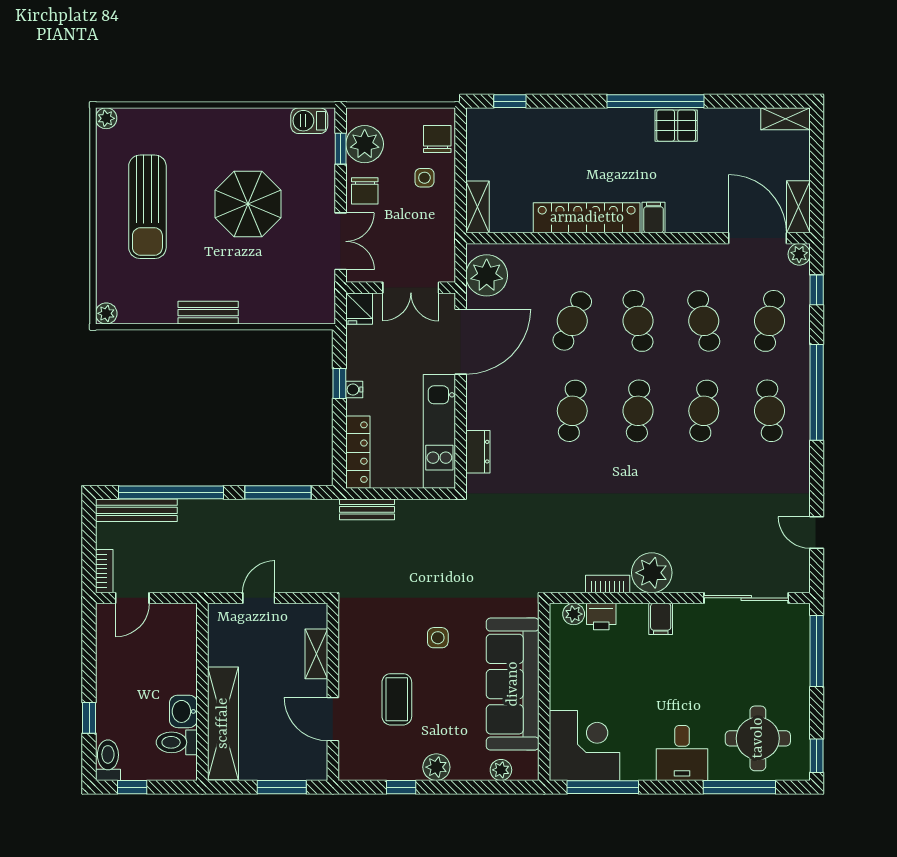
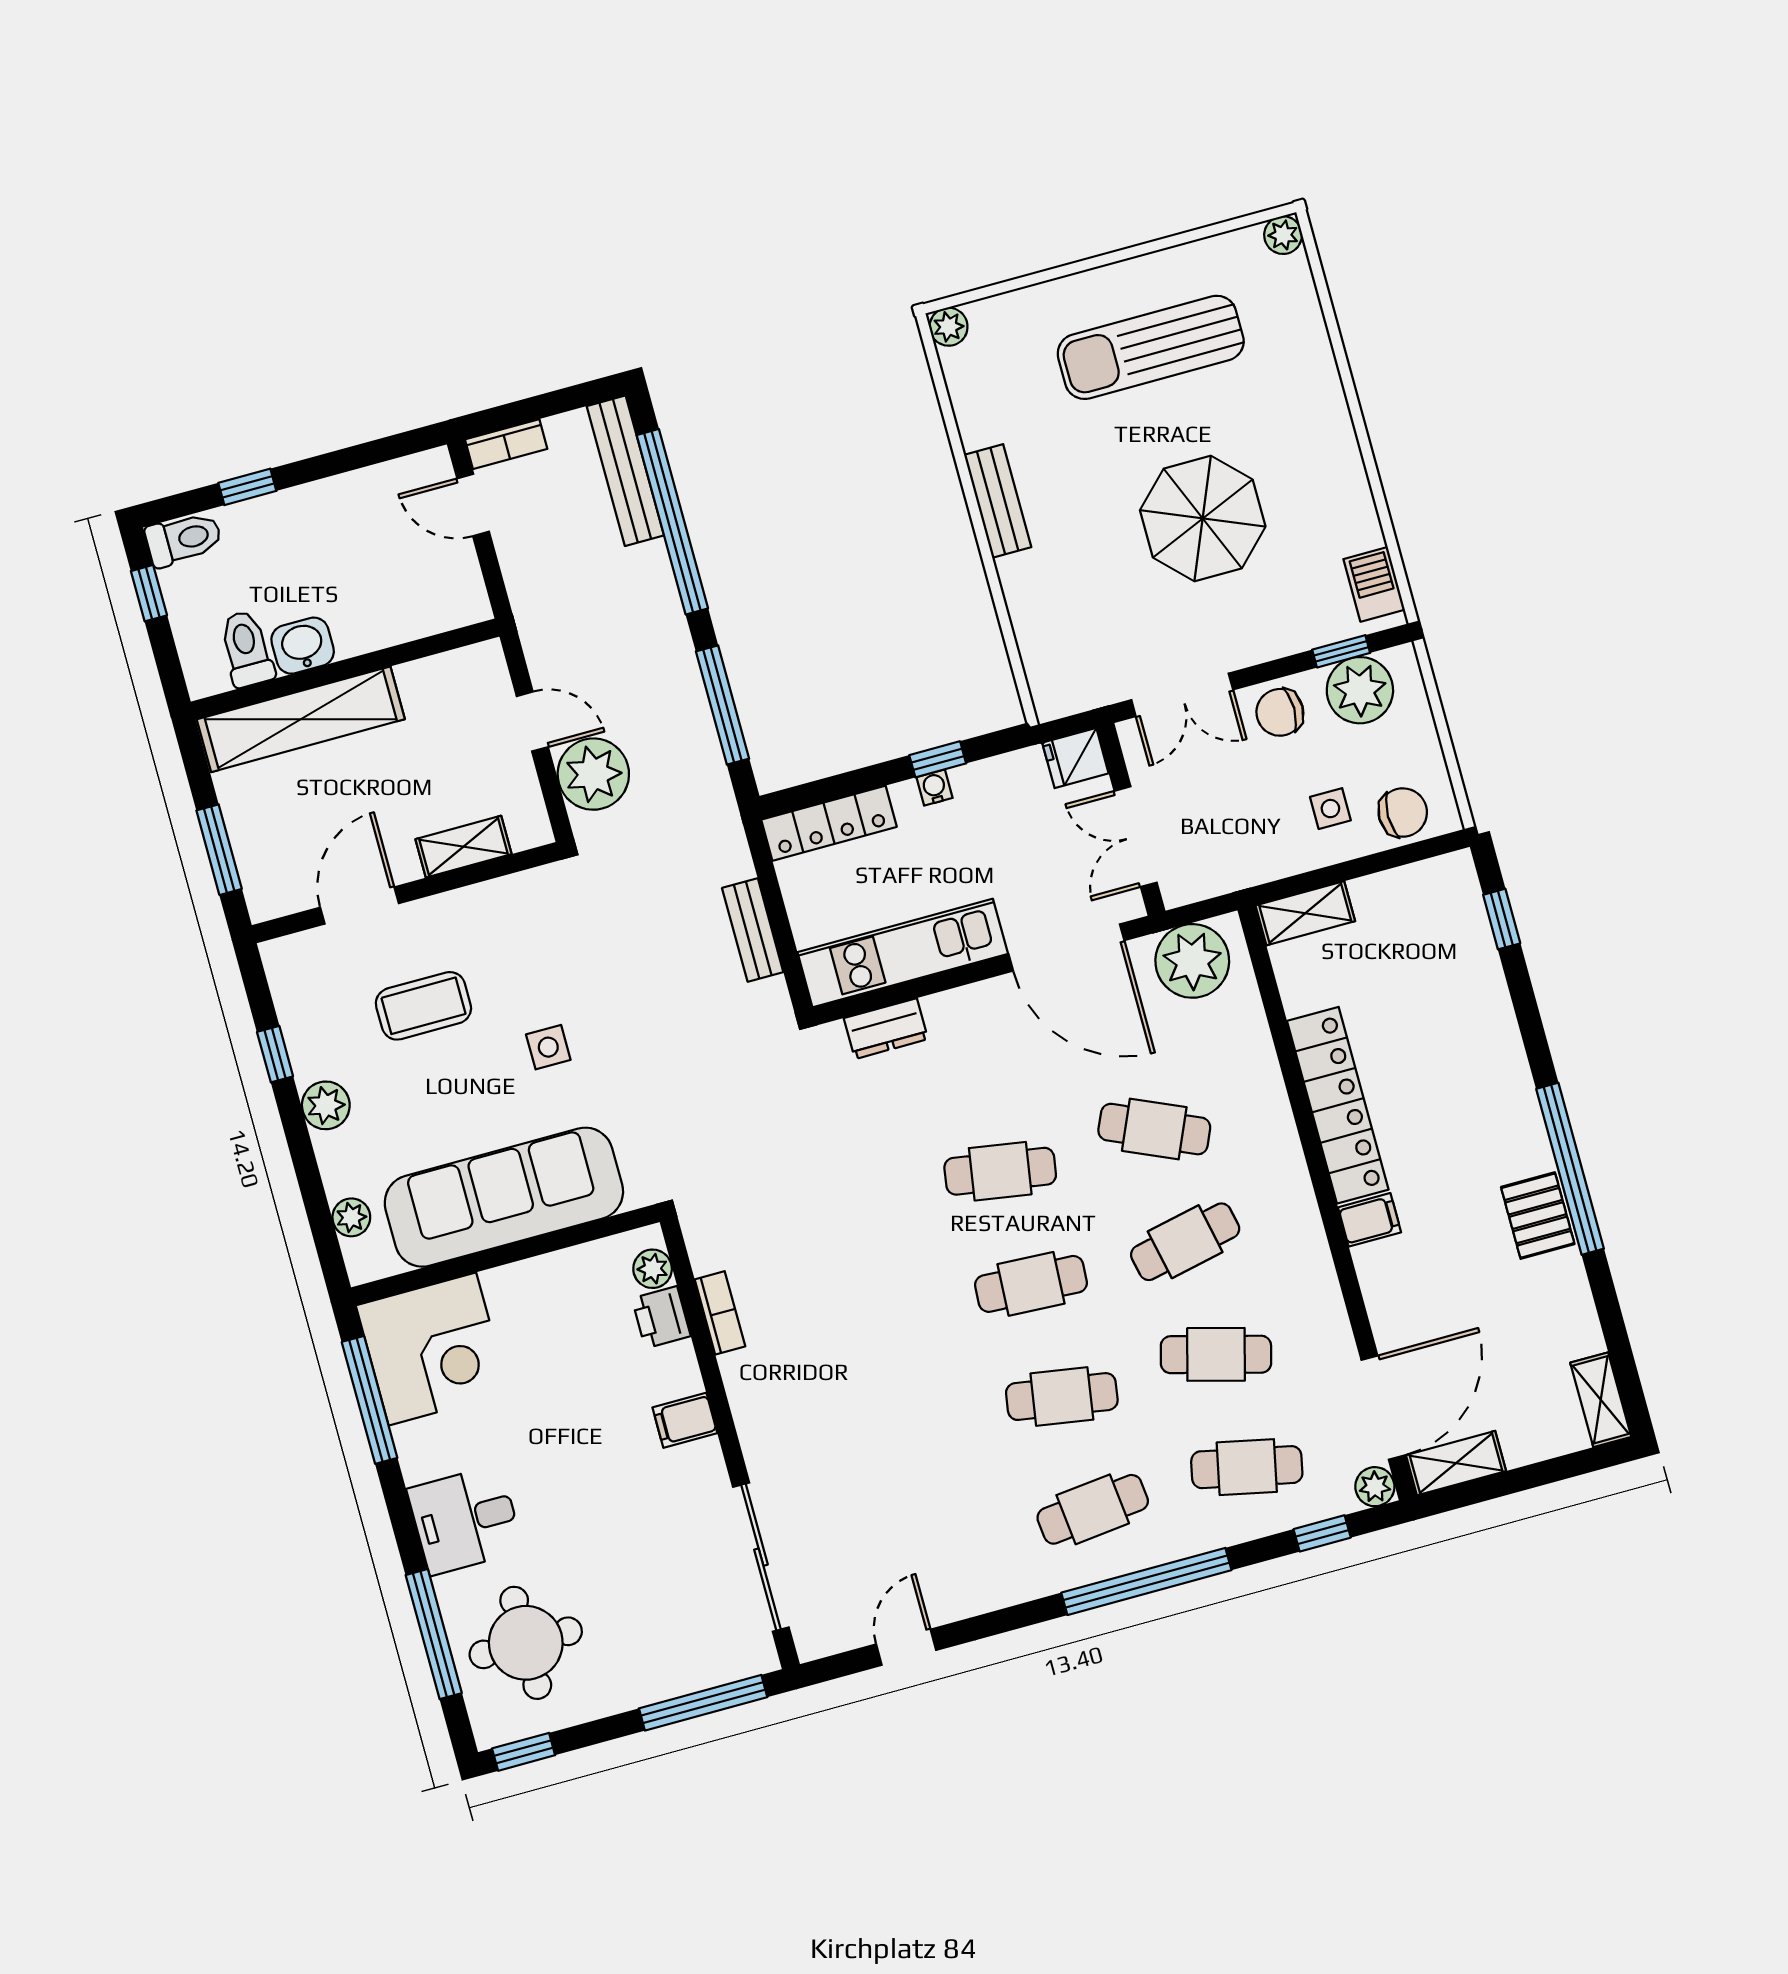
cafe table: (704, 321) -> (1216, 1354), turned 30
bench: (367, 509) -> (753, 930), moved
plant: (652, 573) -> (593, 774), moved

